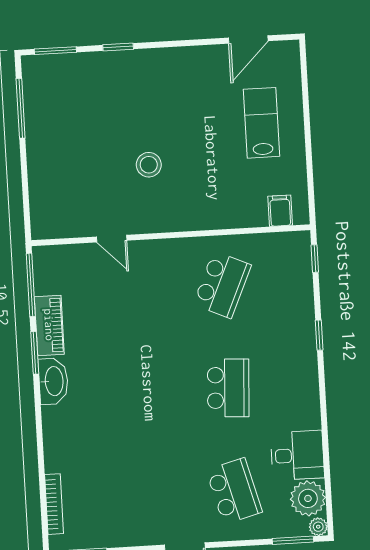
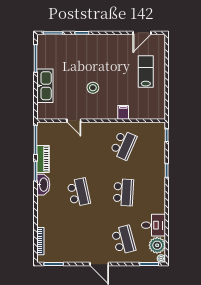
kitchen sink: (44, 166) -> (45, 86), added
filing cabinet: (280, 211) -> (123, 112), moved
school desk: (131, 393) -> (79, 192), added

